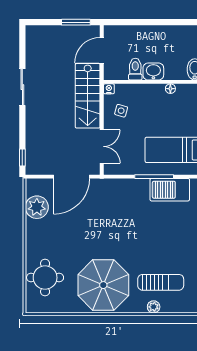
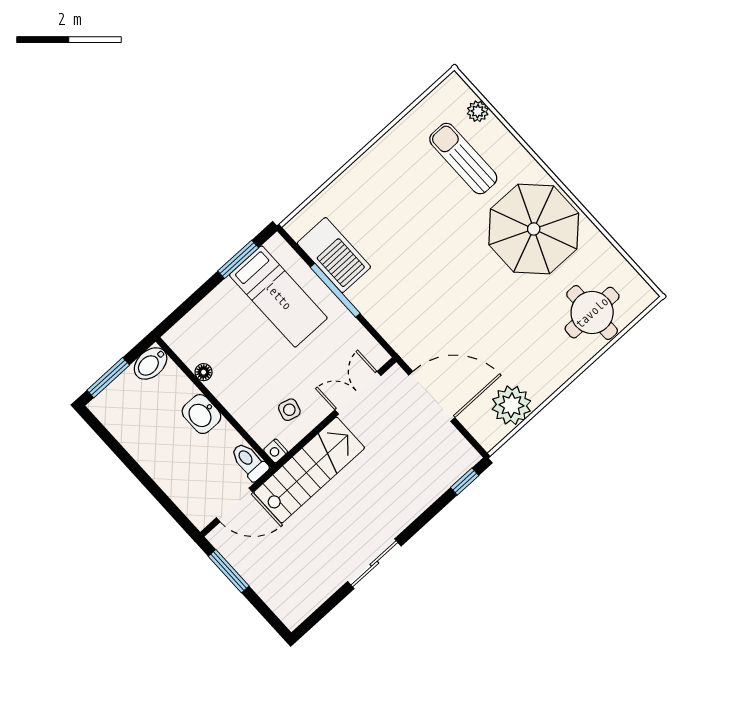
toilet: (135, 69) -> (249, 462), moved, turned 90
plant: (154, 307) -> (478, 111), moved

